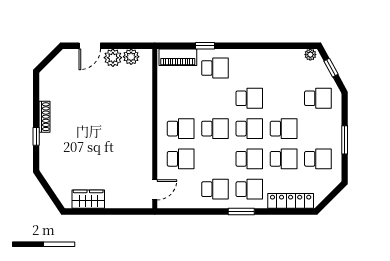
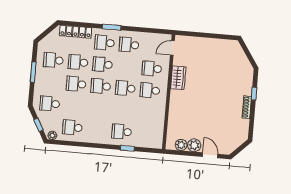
door: (90, 46) -> (210, 155), hinge flipped
piano: (178, 57) -> (148, 142), removed
school desk: (249, 98) -> (72, 127), moved
wardrobe: (88, 199) -> (178, 78), moved, turned -90

